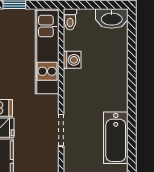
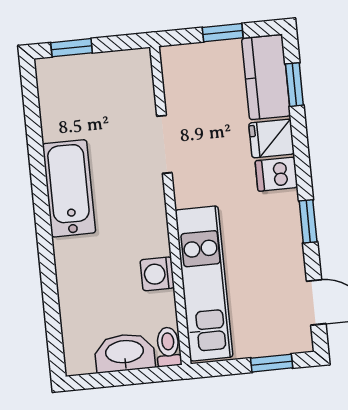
washbasin: (112, 19) -> (125, 353), moved
bathtub: (116, 138) -> (69, 188), moved

